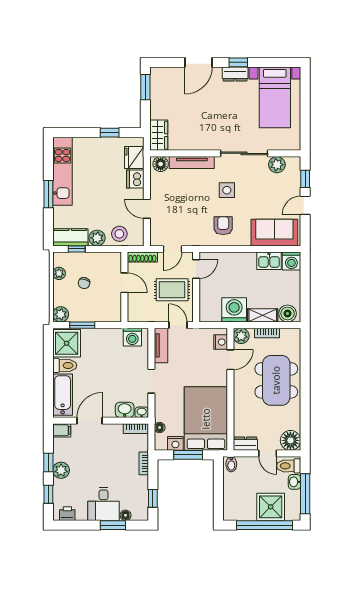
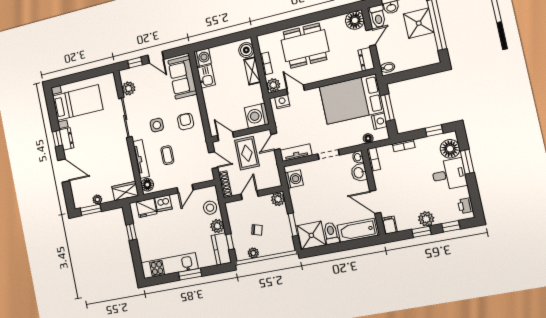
plant: (156, 98) -> (97, 200), added
coffee table: (189, 196) -> (167, 155), added
armchair: (223, 226) -> (186, 122), turned 90
washing machine: (234, 310) -> (257, 116), moved
plant: (61, 314) -> (278, 199), moved
floor lamp: (126, 515) -> (450, 149), width x1.89, depth x1.89

